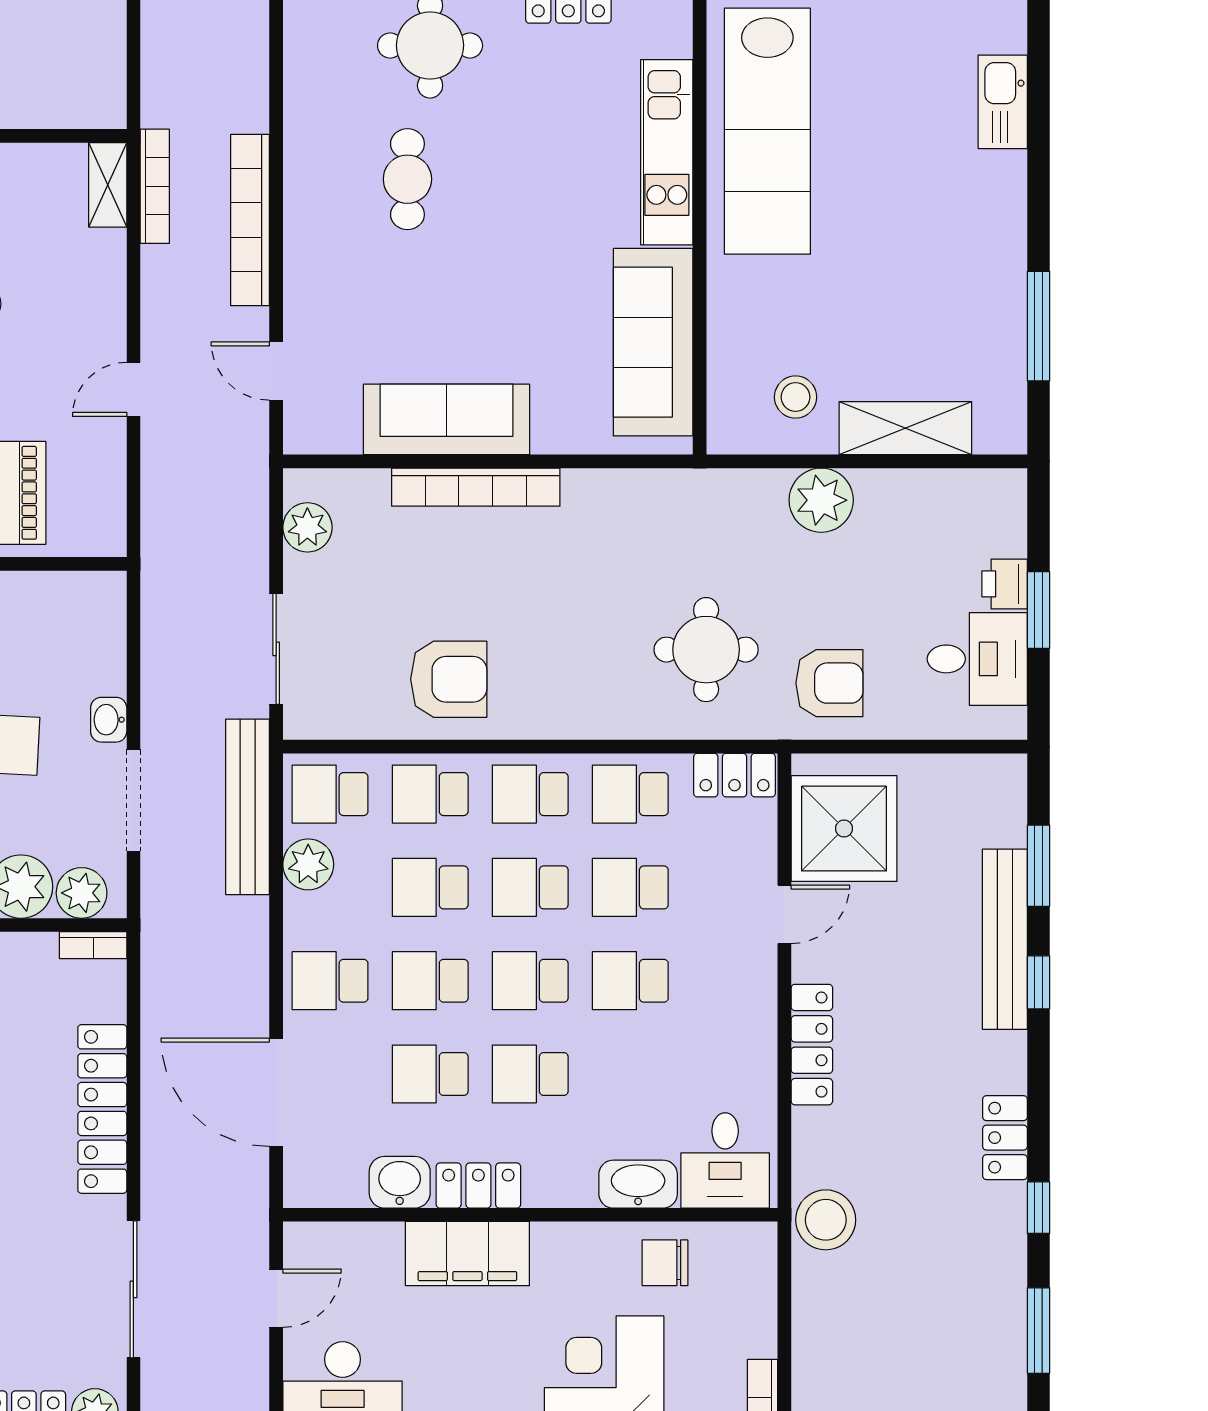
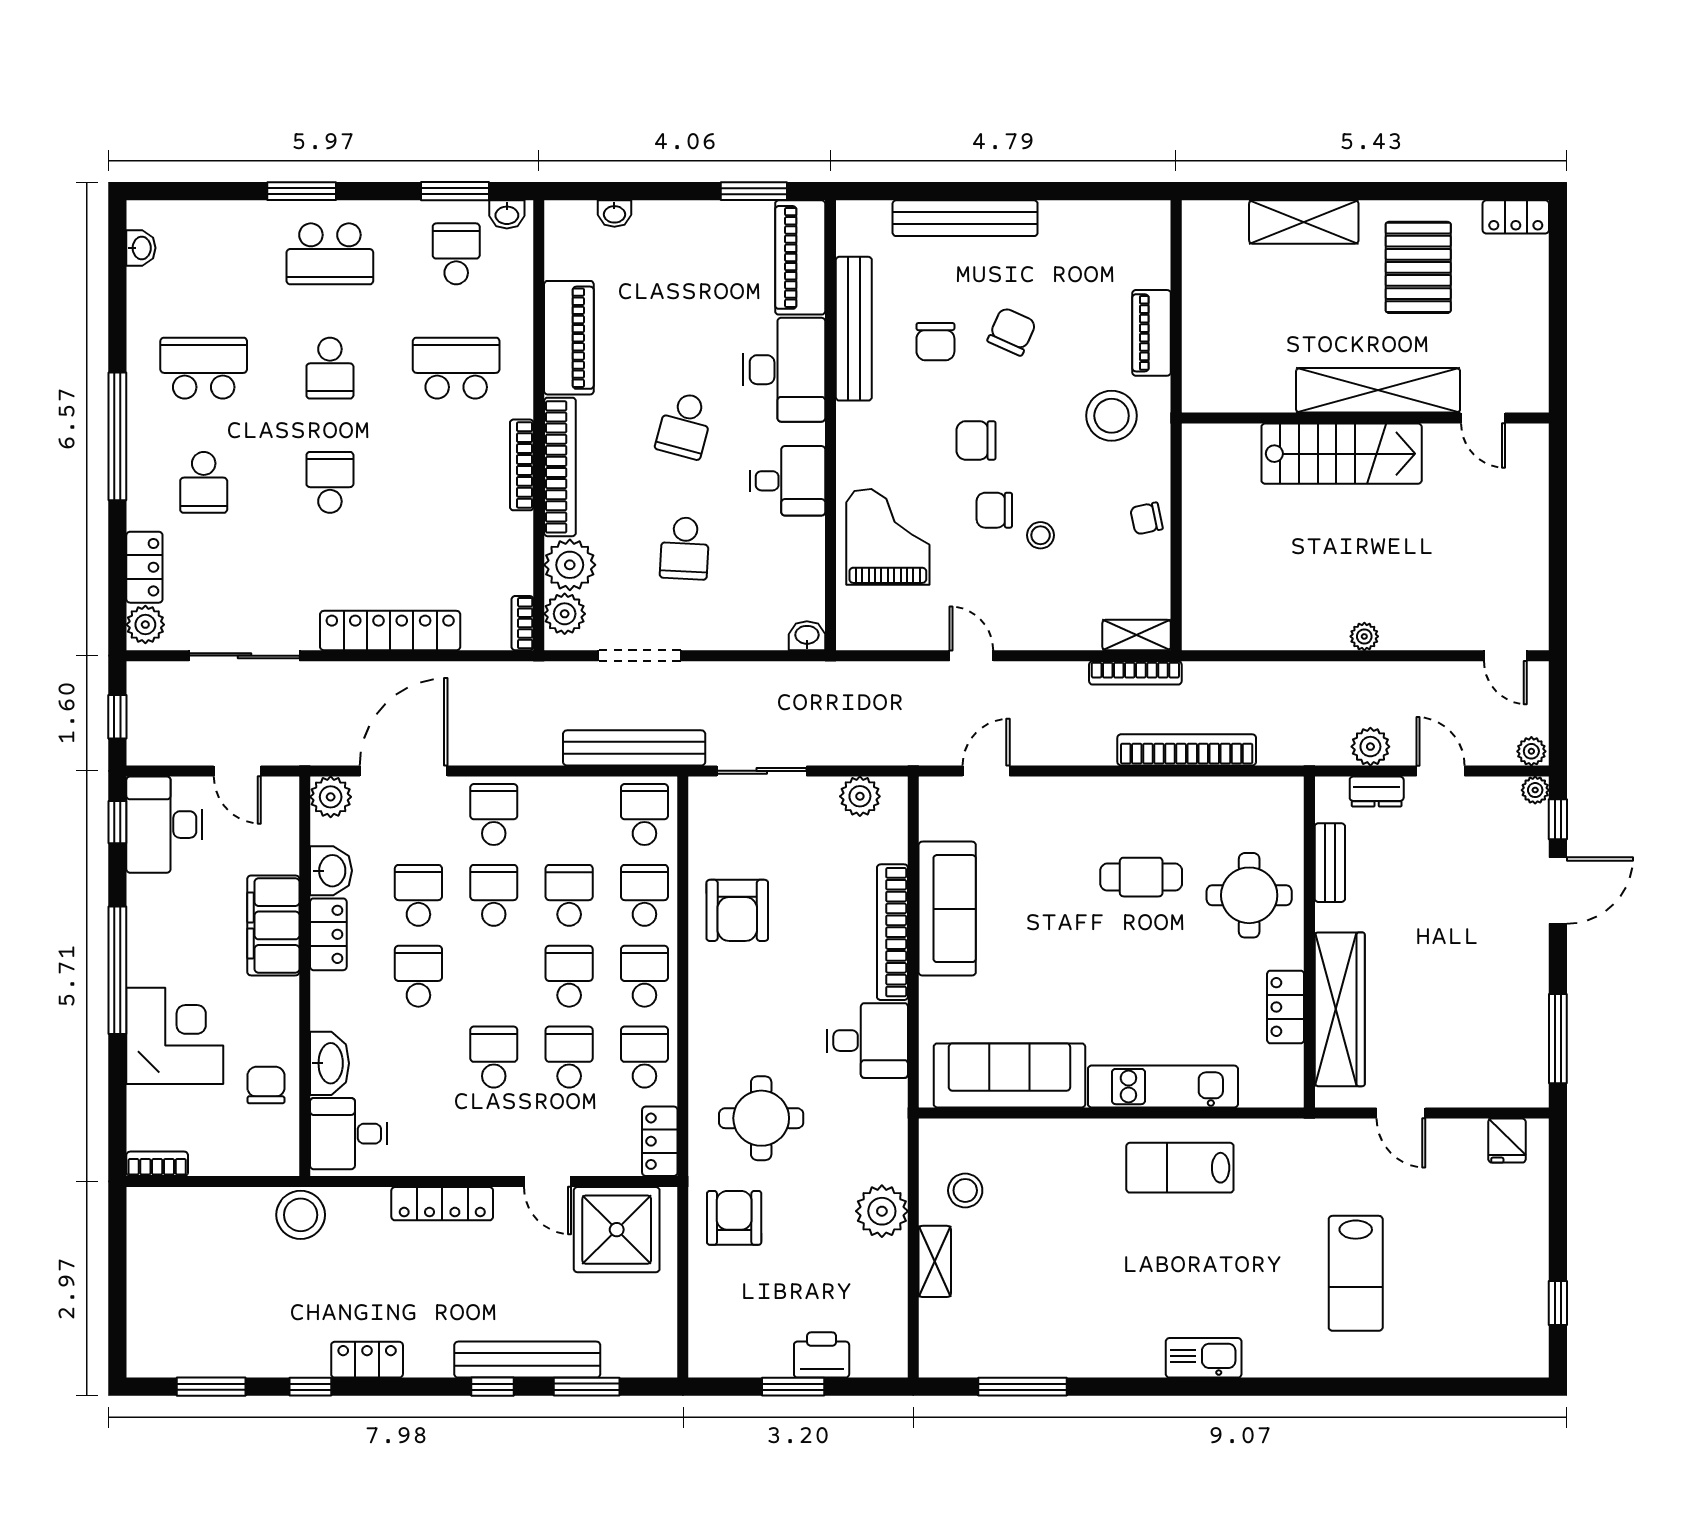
lab bench: (767, 131) -> (1180, 1168), width x0.54, depth x0.72
bookcase: (250, 220) -> (1187, 750), moved
shelving: (905, 428) -> (935, 1261), width x0.67, depth x0.75
printer: (1005, 584) -> (822, 1355), width x1.36, depth x1.24
desk: (977, 659) -> (867, 1041), moved, turned -90
armchair: (829, 683) -> (734, 1218), turned 180
washbasin: (109, 720) -> (807, 636), moved
plant: (308, 864) -> (331, 797), moved
school desk: (530, 981) -> (494, 976), removed

